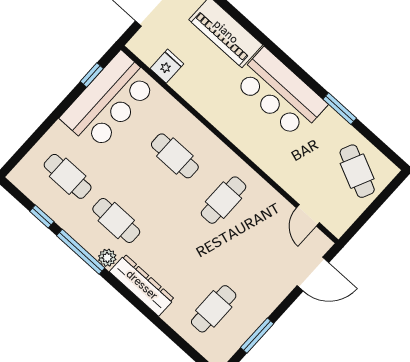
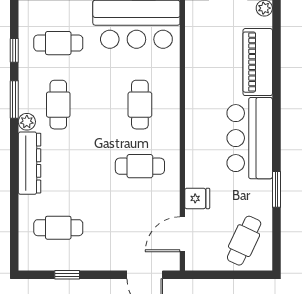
fridge: (167, 66) -> (197, 198), moved
cafe table: (68, 176) -> (58, 43), turned 90
door: (308, 215) -> (182, 234), width x1.38
window: (81, 252) -> (14, 99), width x0.69
window: (257, 336) -> (67, 275), width x0.67

